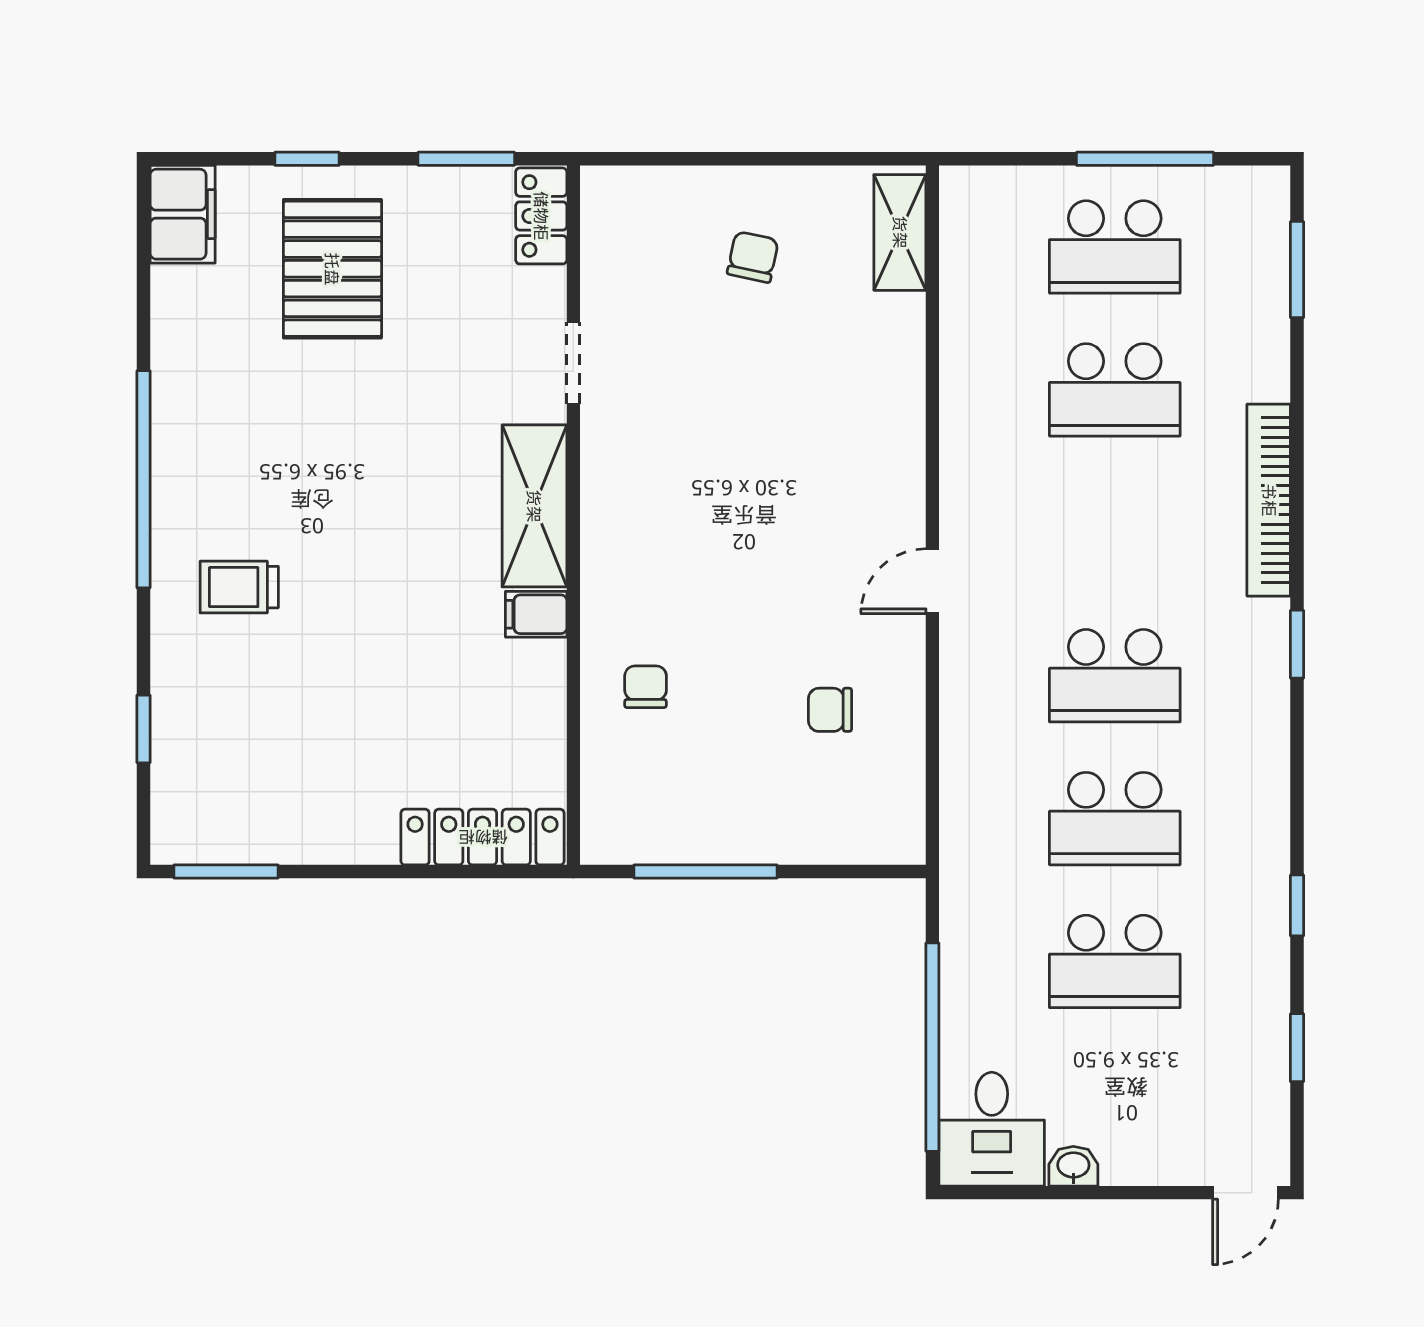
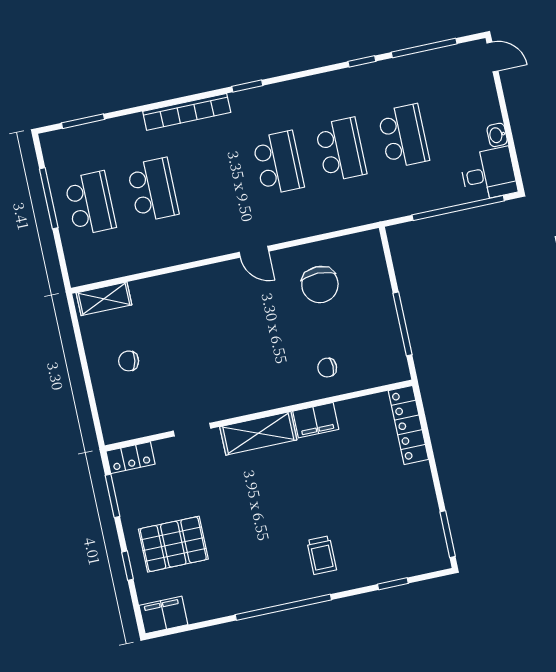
filing cabinet: (536, 614) -> (316, 420), width x2.00
chair: (830, 710) -> (320, 285), width x1.87, depth x1.87
window: (1297, 1048) -> (424, 48), width x2.17

